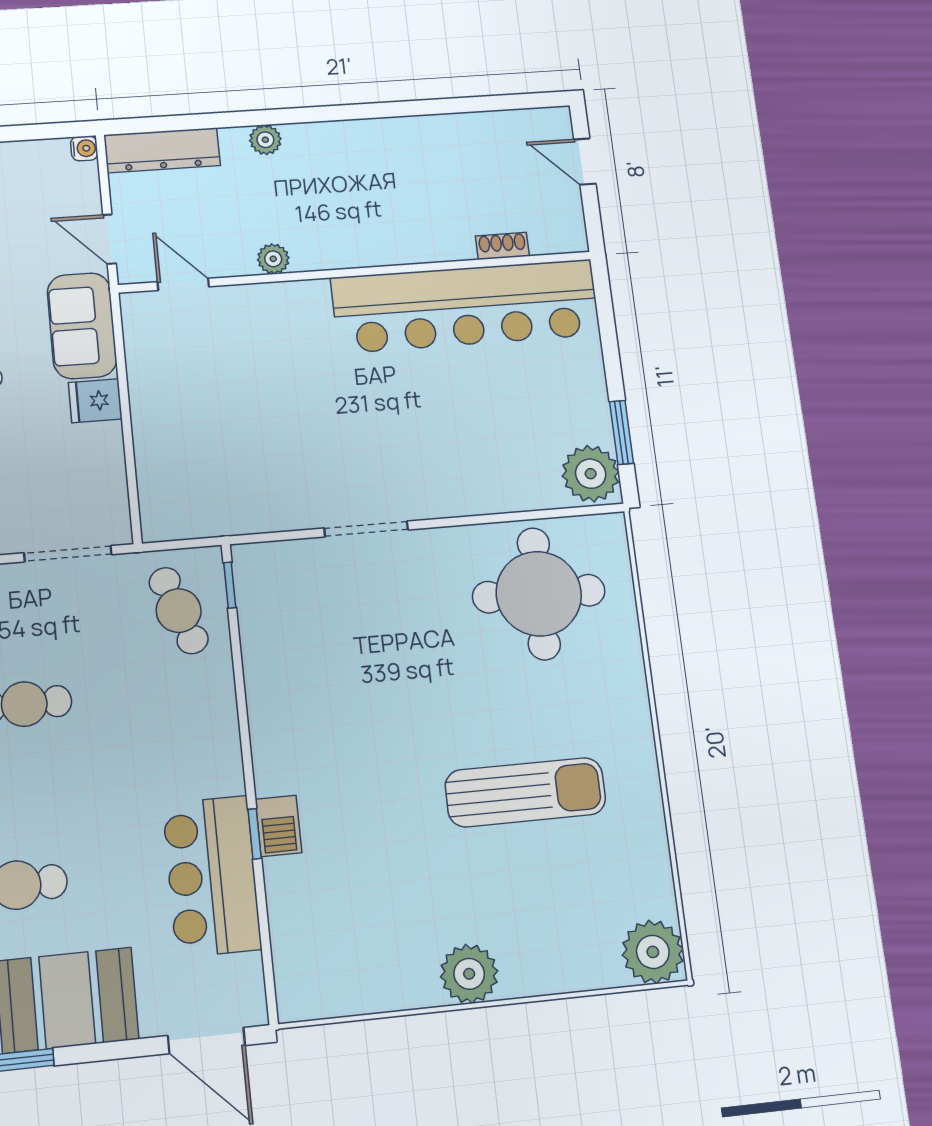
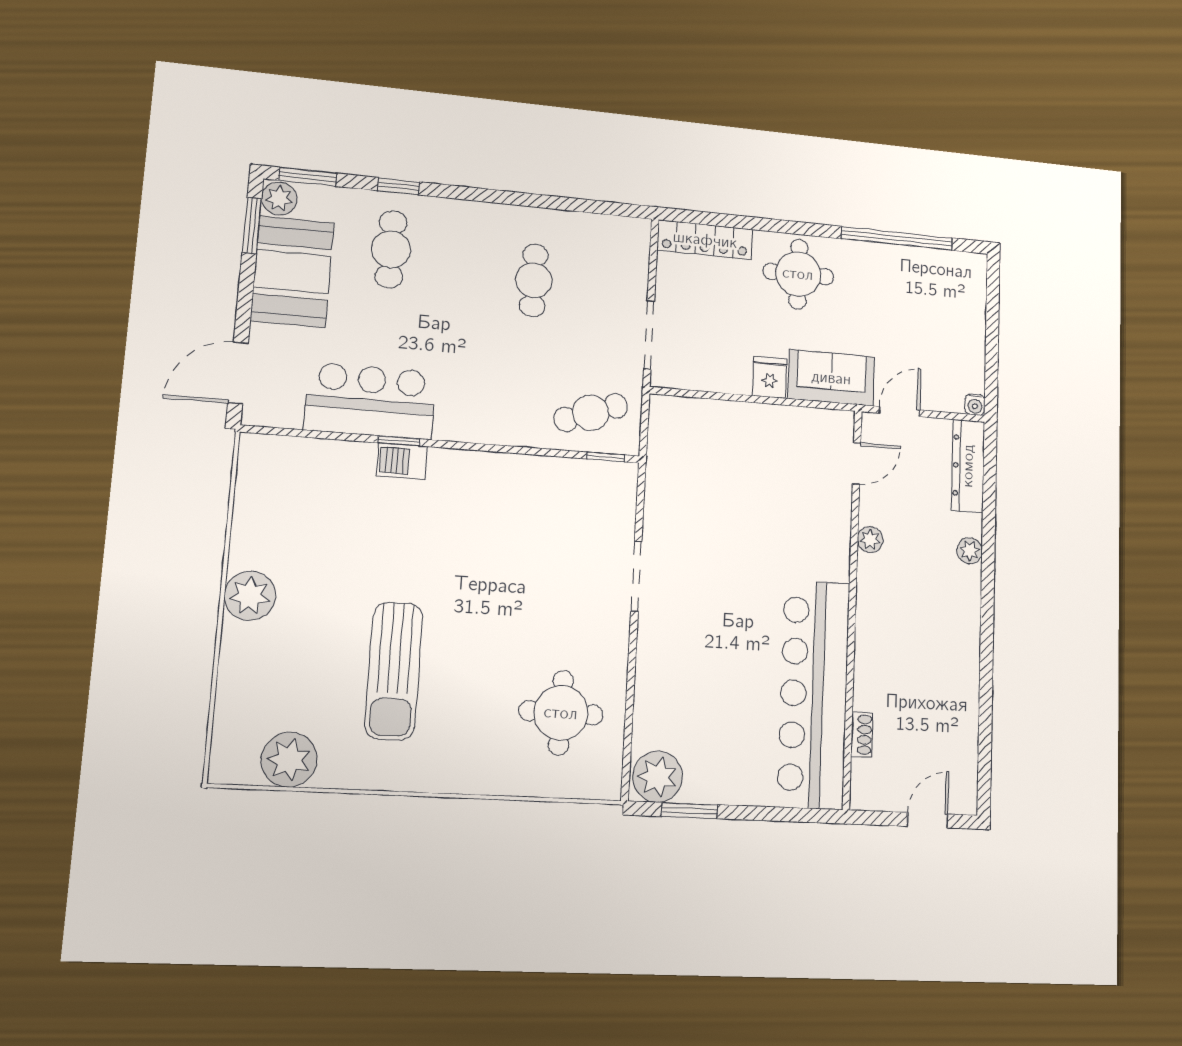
round table: (539, 594) -> (561, 713), width x0.73, depth x0.73
plant: (653, 952) -> (289, 760), moved

